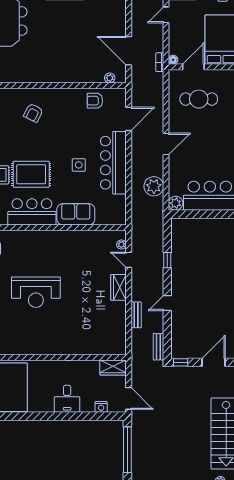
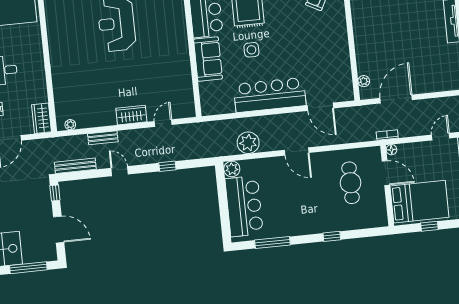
door: (166, 15) -> (441, 137), hinge flipped
armchair: (95, 101) -> (337, 67), removed
side table: (79, 165) -> (251, 50), moved
plant: (121, 245) -> (70, 125), moved
bench: (158, 347) -> (75, 166), width x1.36

